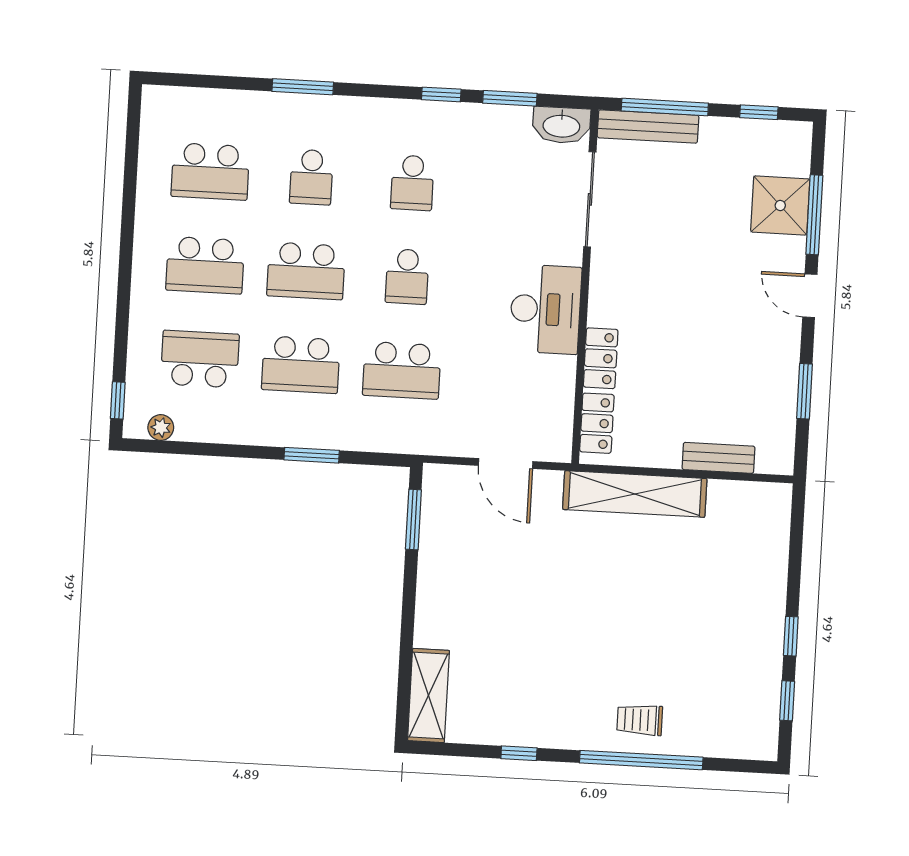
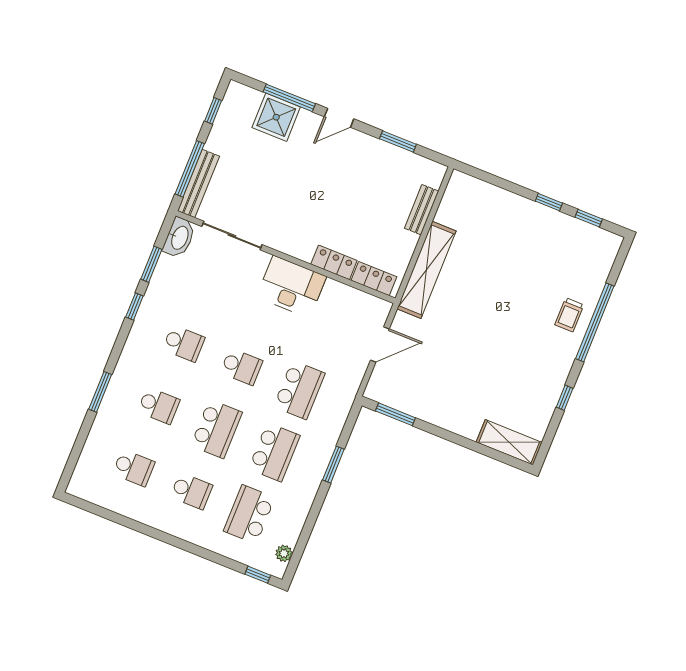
school desk: (210, 171) -> (134, 468), width x0.54
school desk: (205, 265) -> (191, 491), width x0.54

